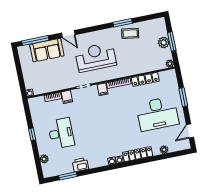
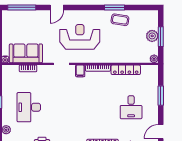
door: (68, 34) -> (57, 7), hinge flipped
sofa: (47, 50) -> (26, 53), moved, turned 180
filing cabinet: (67, 97) -> (42, 71), removed
desk: (157, 114) -> (131, 107), width x0.53, depth x0.77
desk: (61, 133) -> (29, 107), turned 180

